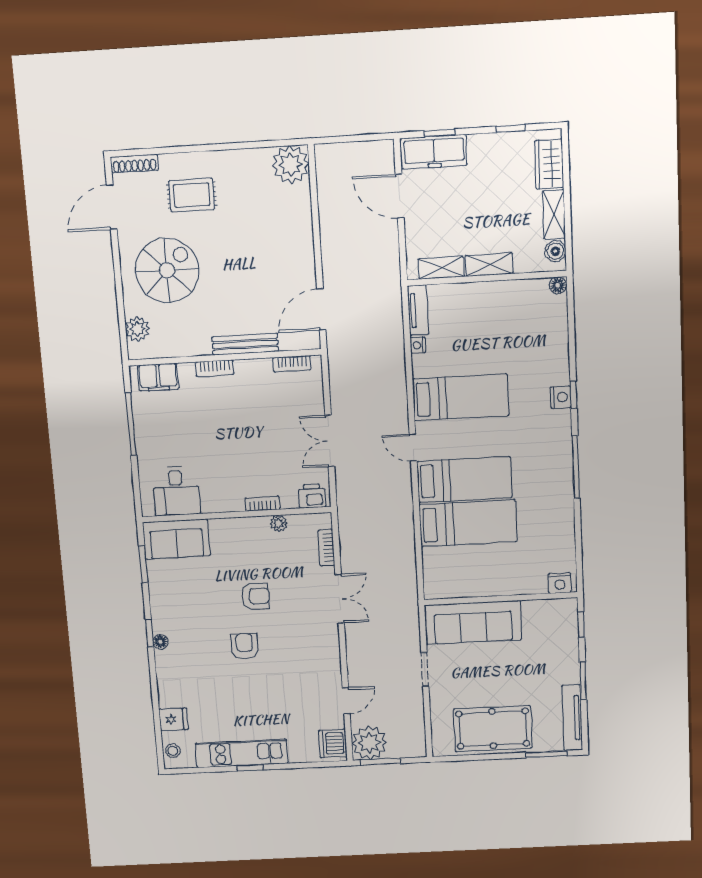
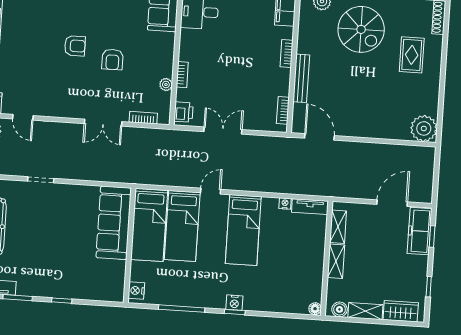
nightstand: (560, 583) -> (136, 291), moved
wall: (501, 599) -> (130, 245), moved
sofa: (473, 622) -> (114, 223), moved

